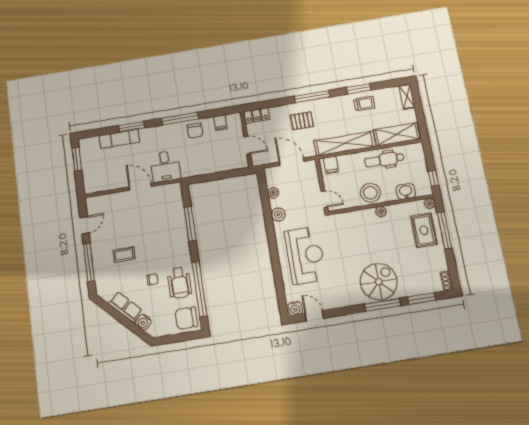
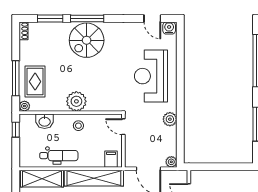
plant: (273, 193) -> (171, 162), moved
stool: (370, 193) -> (78, 126), width x0.53, depth x0.53
plant: (381, 211) -> (76, 101), width x1.88, depth x1.88

